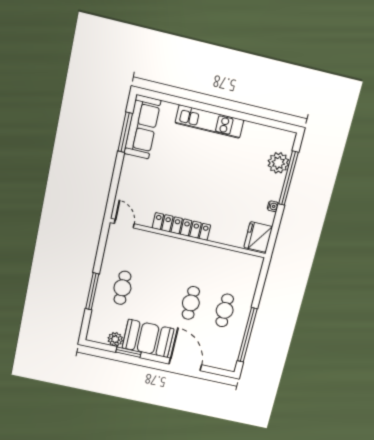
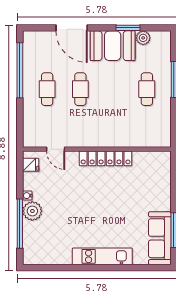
plant: (278, 163) -> (32, 211), moved
door: (124, 224) -> (56, 149), moved
fridge: (258, 237) -> (31, 165), width x0.53, depth x0.75

